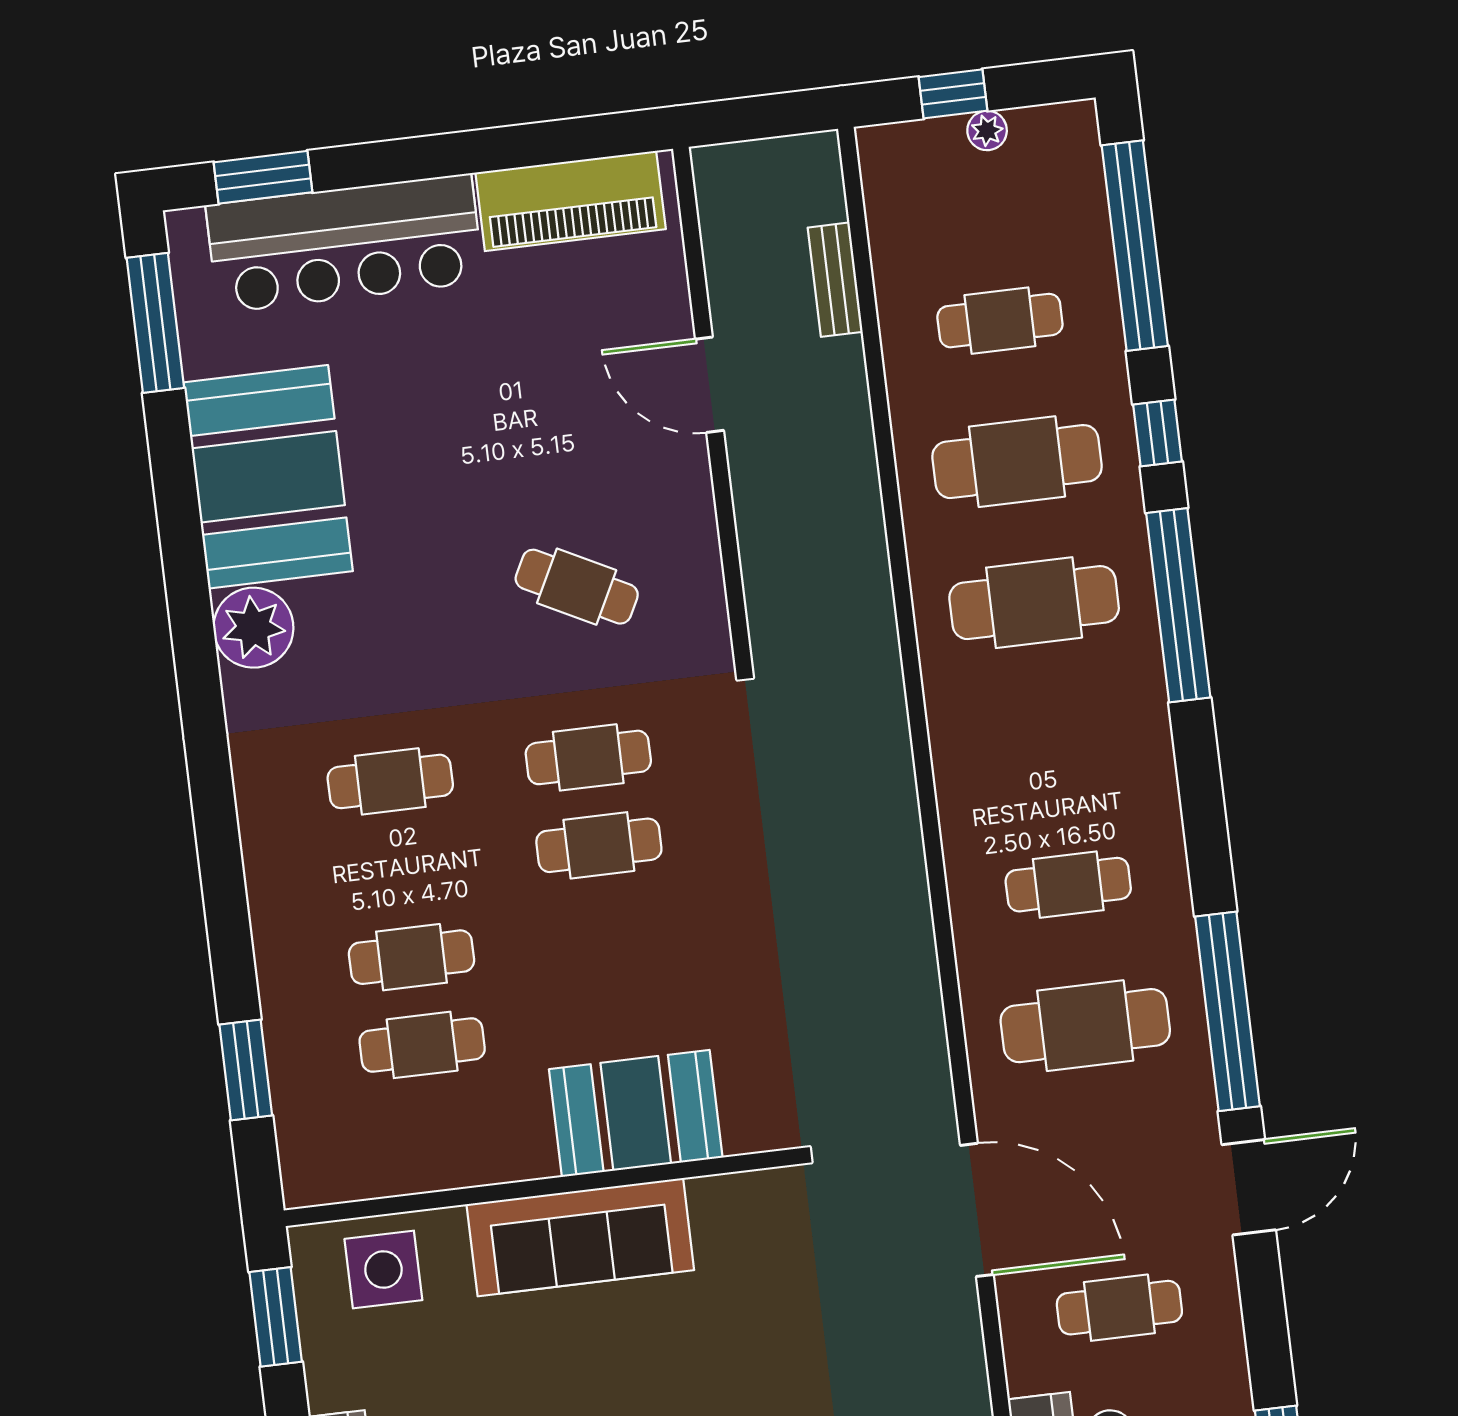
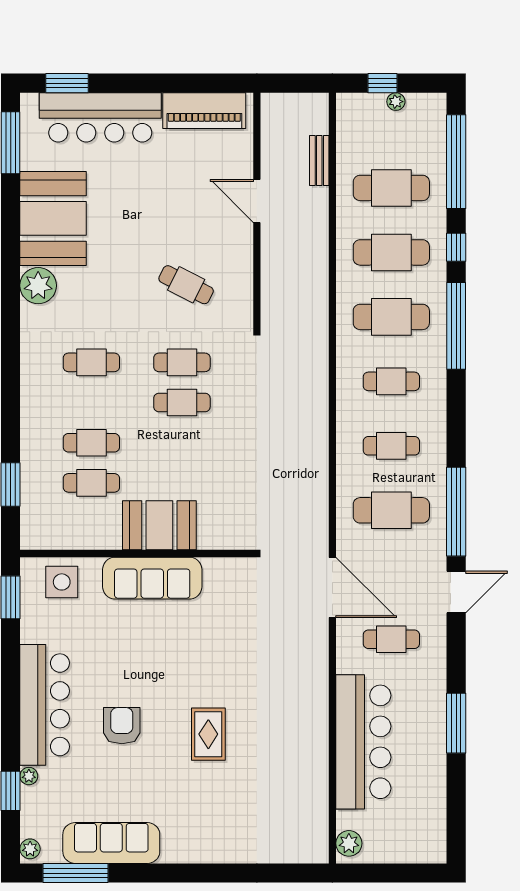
cafe table: (1000, 321) -> (391, 188), width x1.37, depth x1.35
cafe table: (1051, 744) -> (391, 381), added
booth: (636, 1113) -> (159, 525), moved

